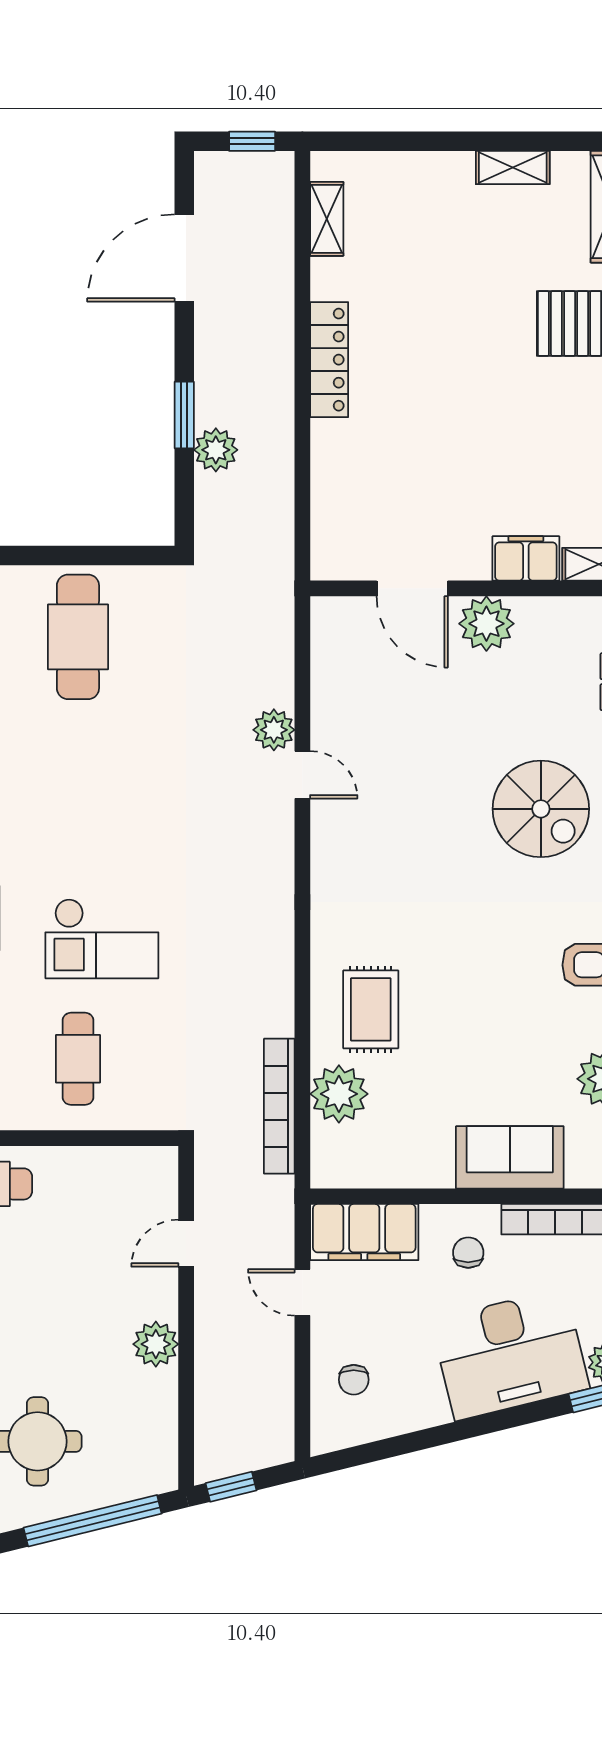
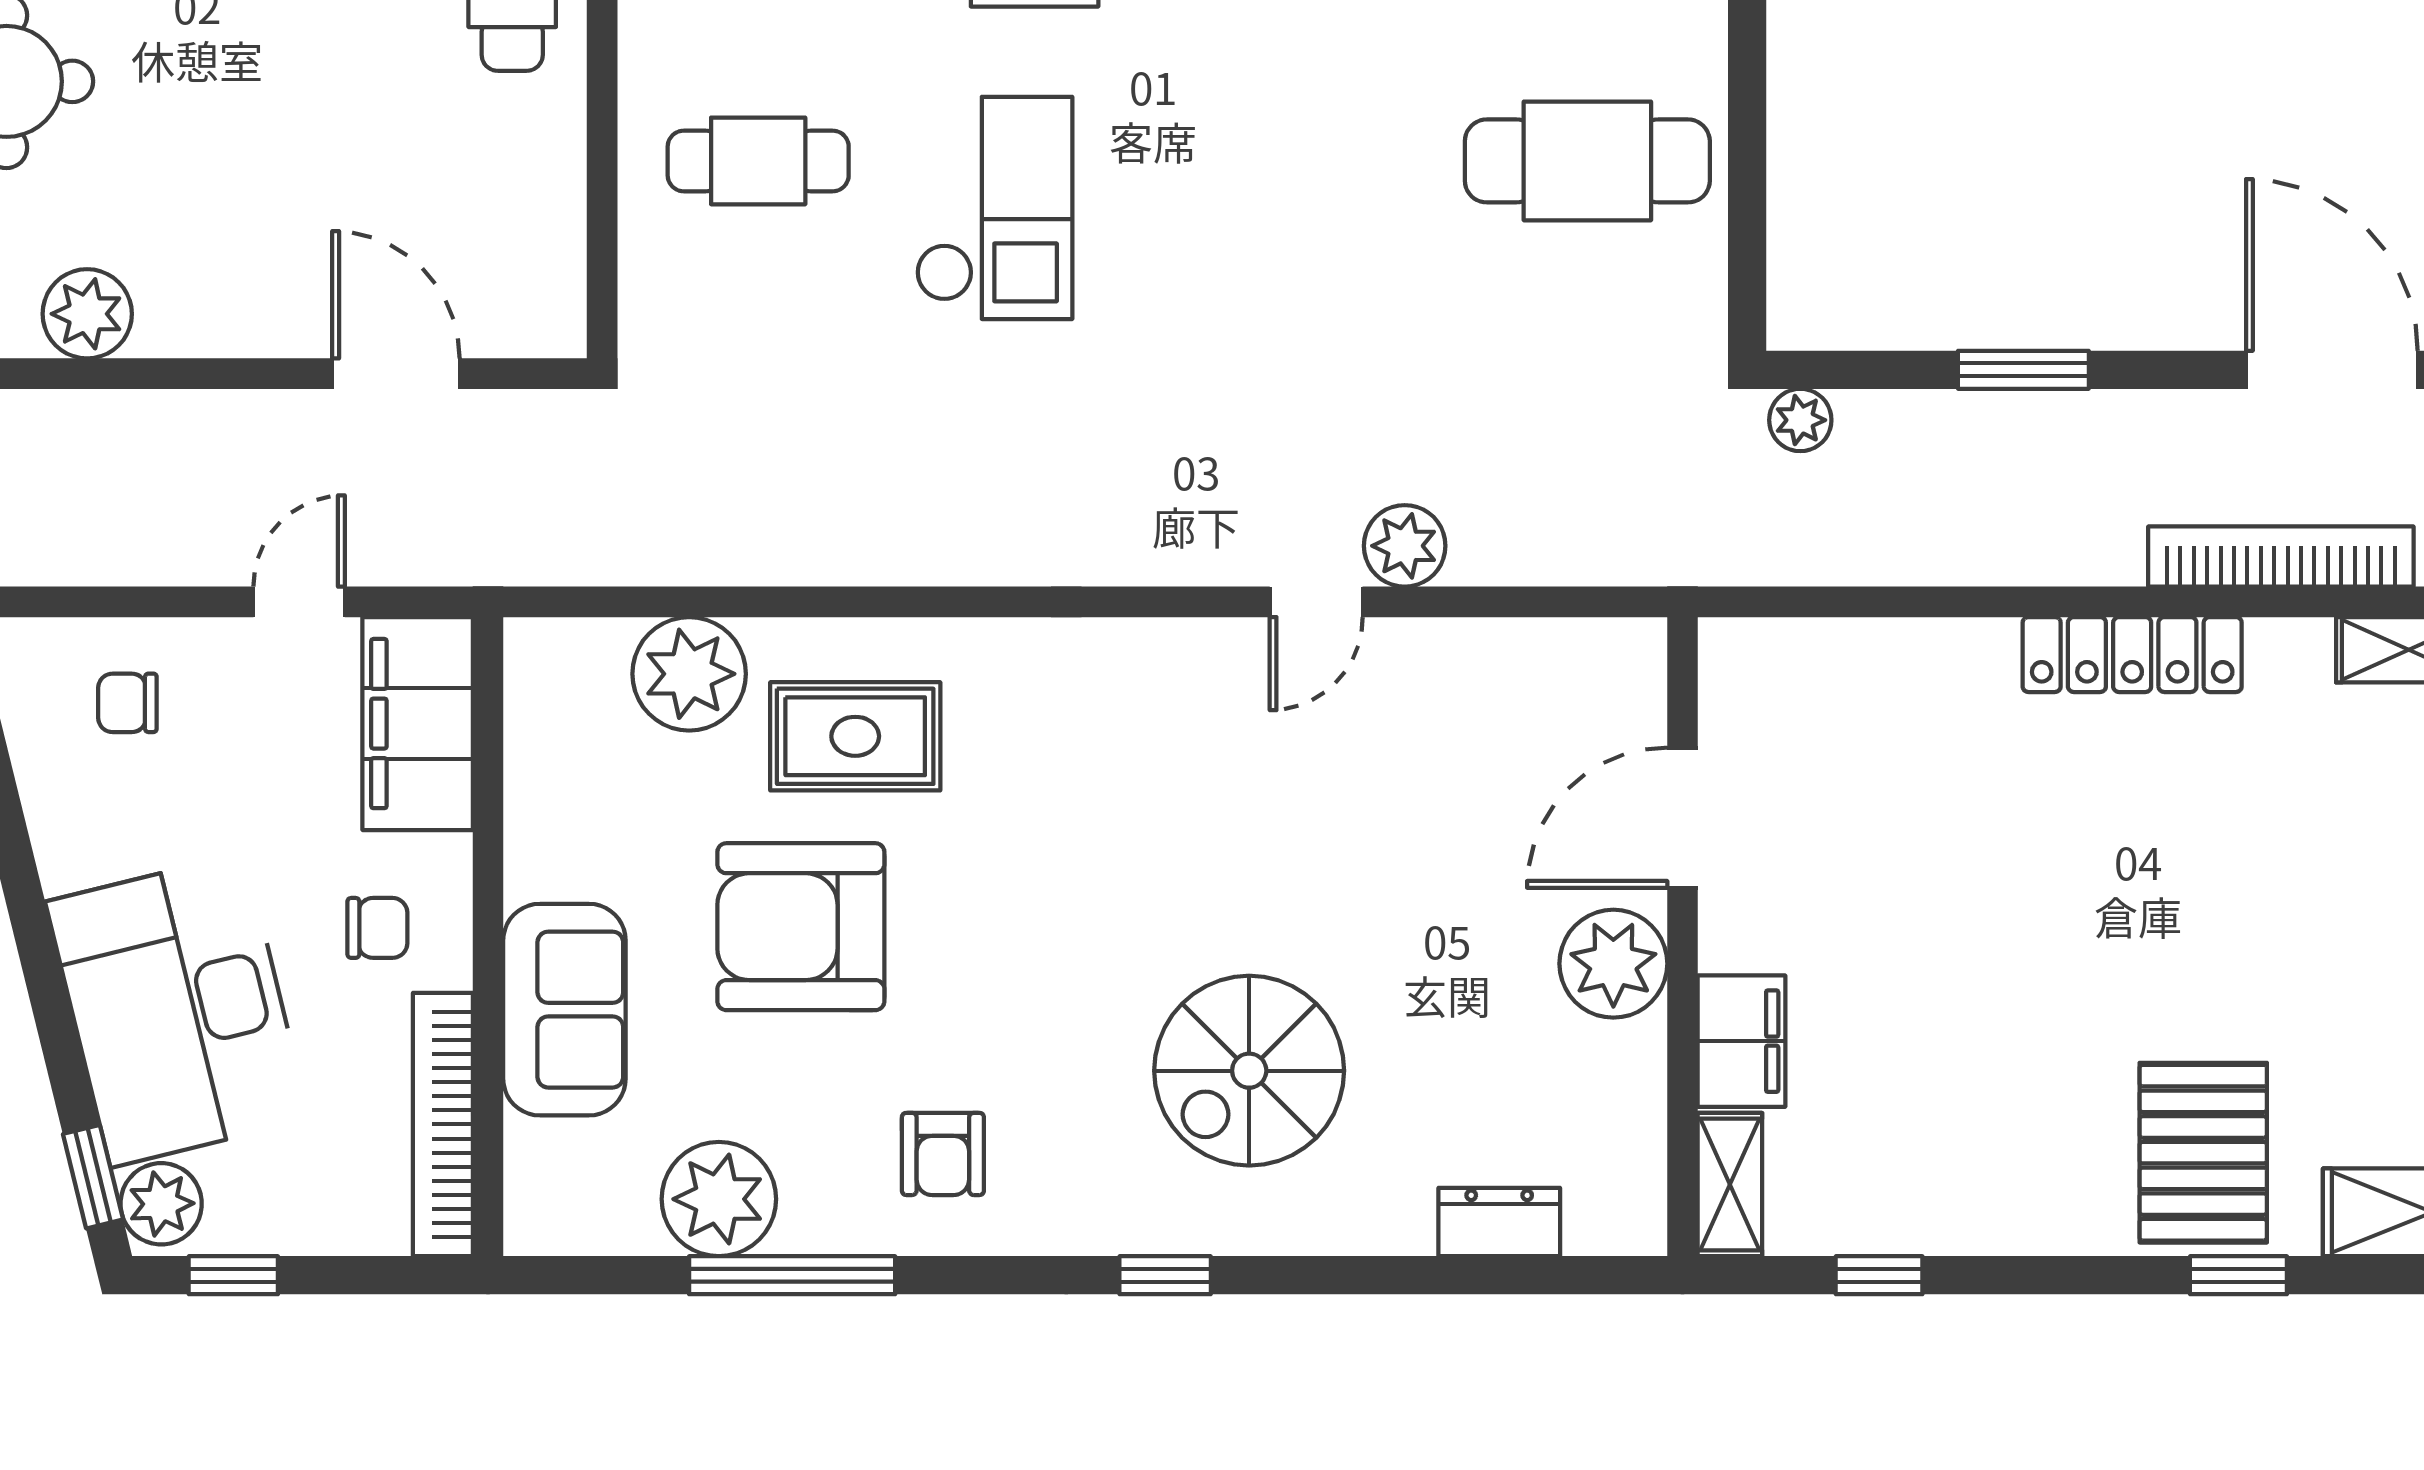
plant: (216, 450) -> (1800, 420), moved, width x0.73, depth x0.73
checkout: (102, 939) -> (994, 208), turned 180
armchair: (468, 1037) -> (801, 927), added
bookcase: (279, 1106) -> (2281, 557), moved
door: (186, 1243) -> (396, 374), width x1.38
plant: (156, 1344) -> (87, 314), moved

